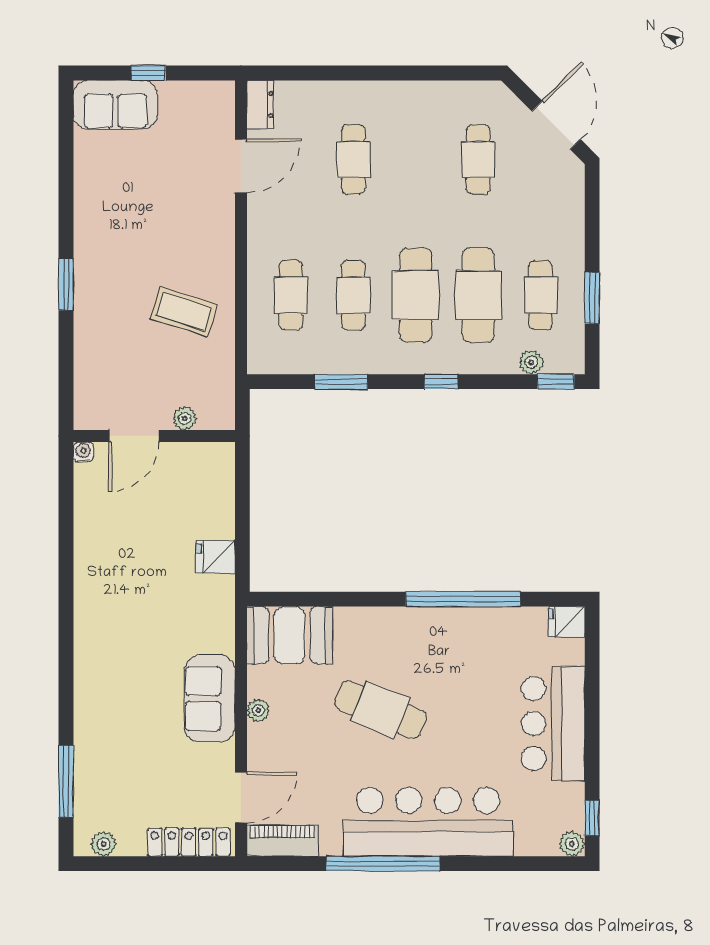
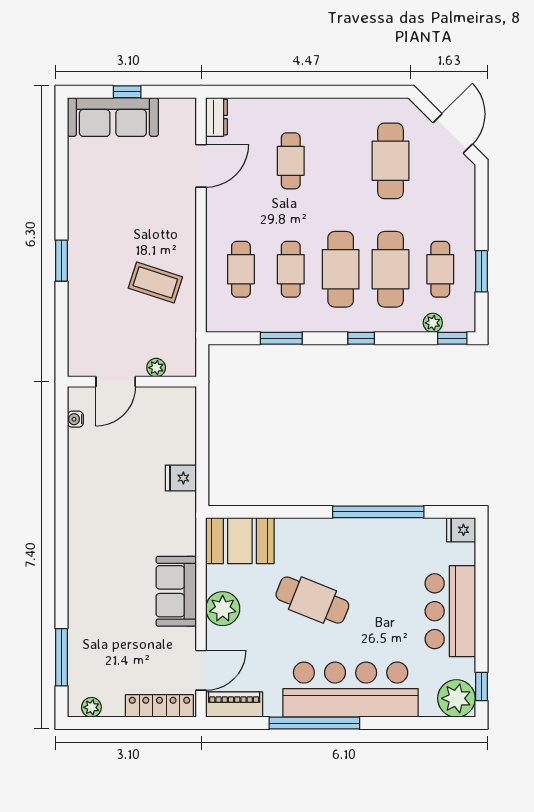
sofa: (115, 105) -> (113, 117), width x1.36
cafe table: (478, 159) -> (390, 161), width x1.37, depth x1.35
water cooler: (83, 452) -> (75, 419), moved, turned -90
plant: (258, 710) -> (223, 609), width x1.88, depth x1.88
plant: (572, 844) -> (456, 698), width x1.88, depth x1.88

